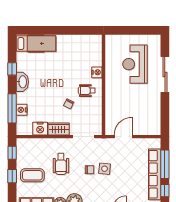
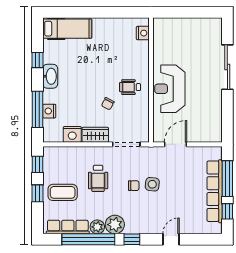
reception desk: (135, 64) -> (170, 89), moved
nightstand: (97, 72) -> (143, 33), moved

